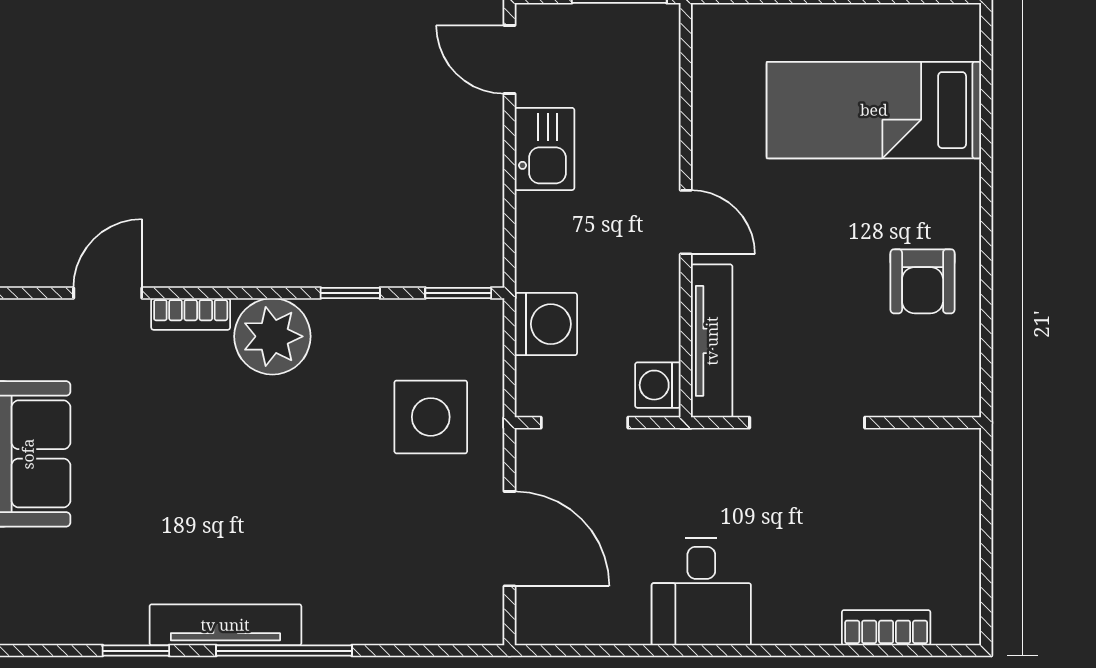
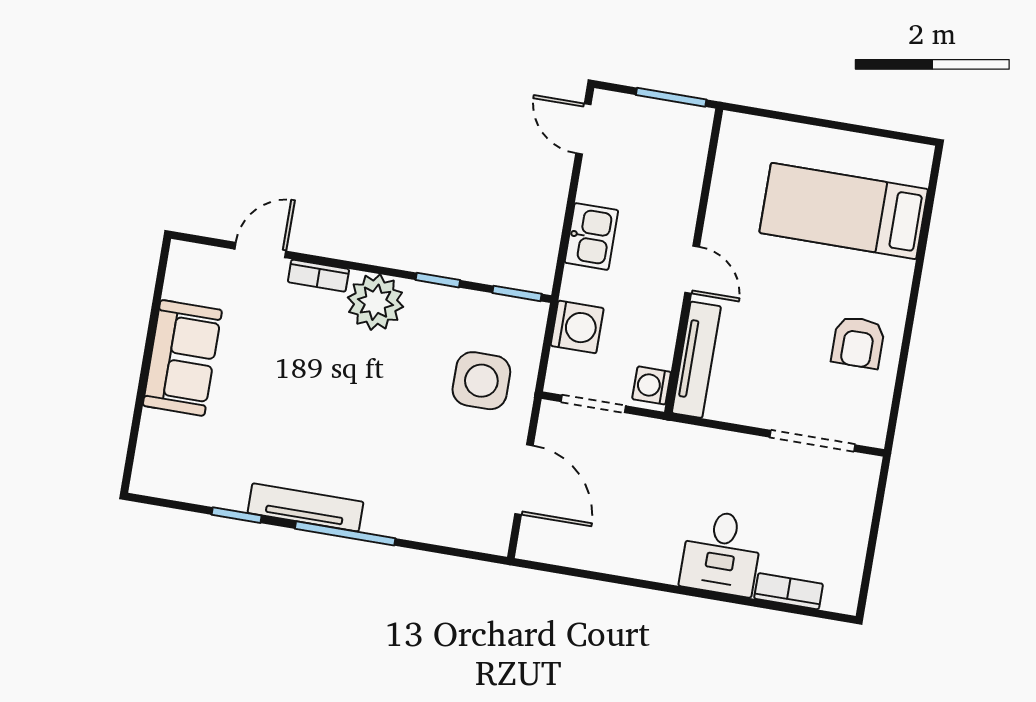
kitchen sink: (545, 149) -> (591, 236), moved
doorway: (807, 423) -> (813, 441), moved
desk: (701, 592) -> (721, 553), moved

